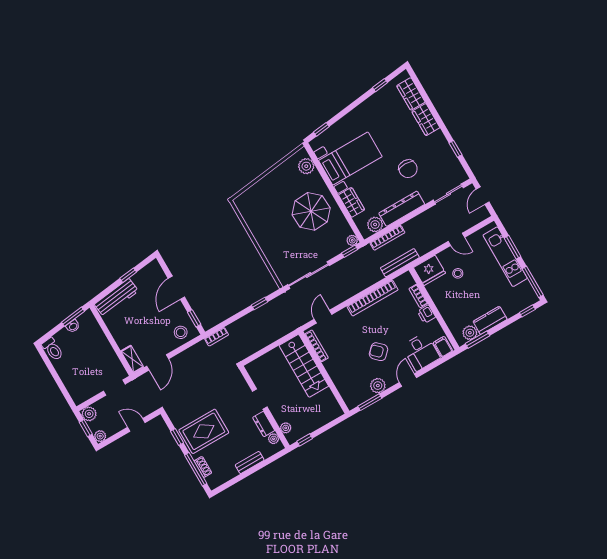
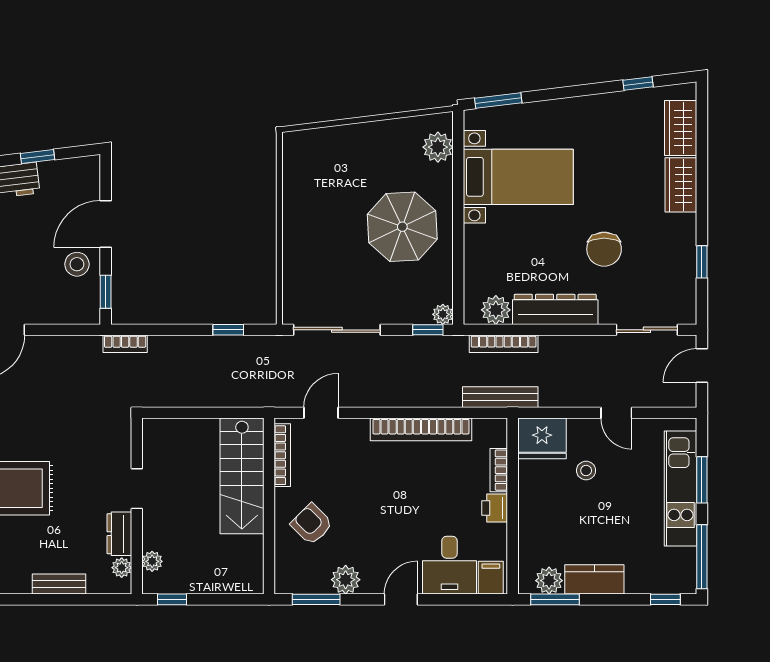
window: (321, 129) -> (498, 101), width x1.50
wardrobe: (352, 202) -> (478, 251), removed
stool: (181, 332) -> (77, 264), moved
armchair: (379, 352) -> (312, 524), moved

